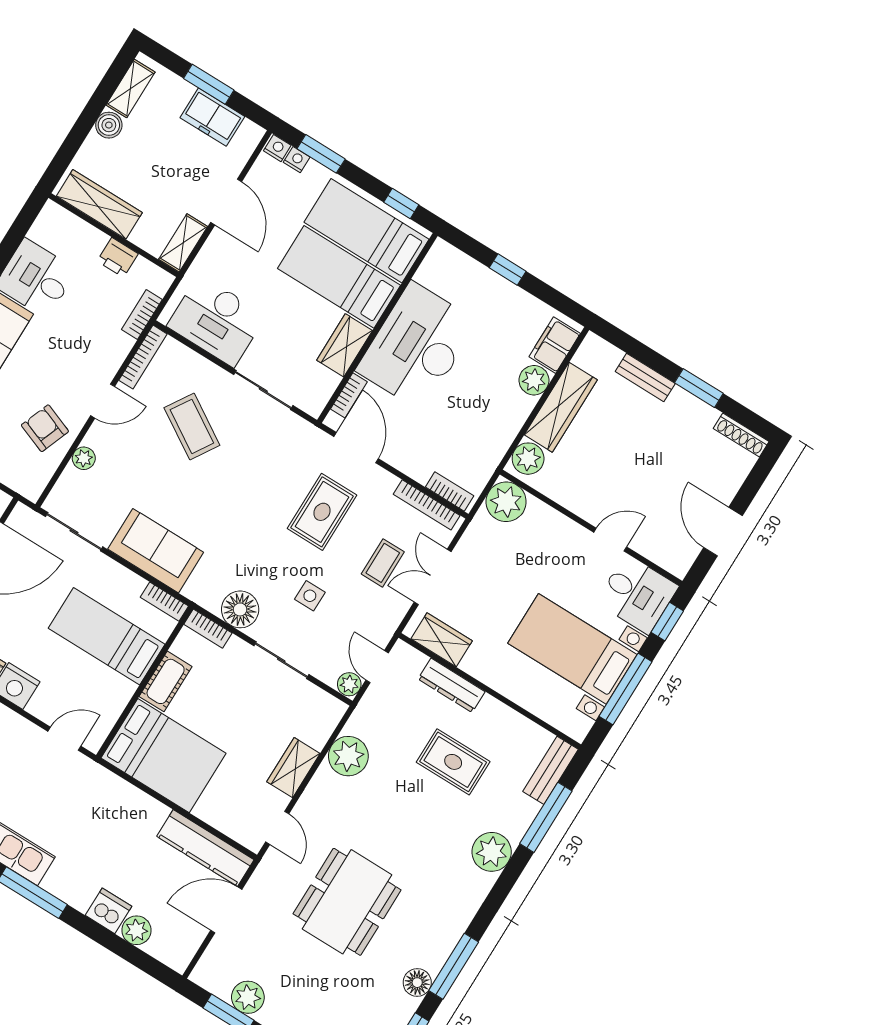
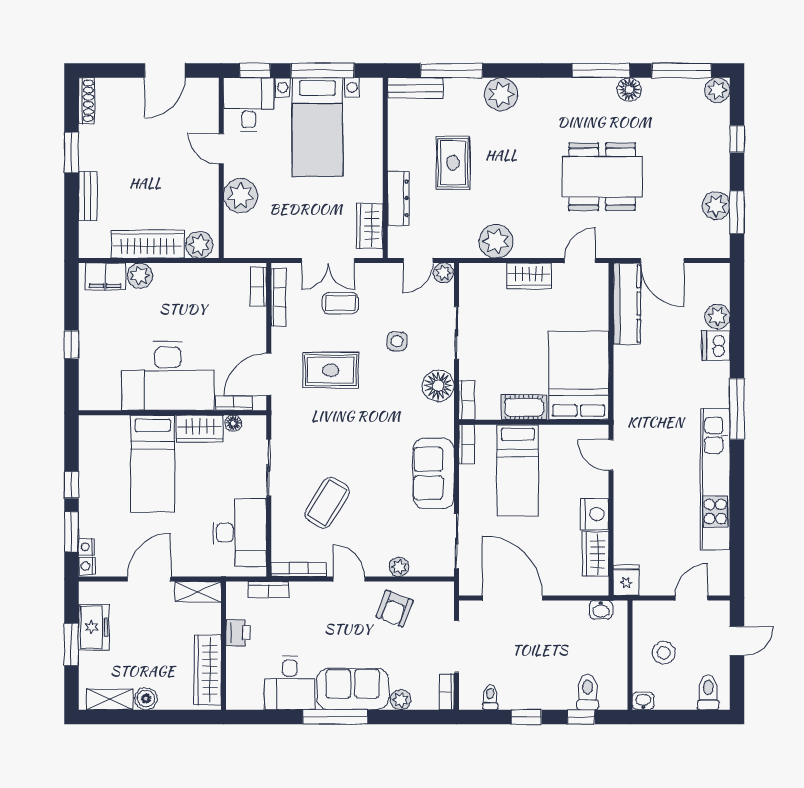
window: (401, 204) -> (71, 485), moved
bed: (367, 231) -> (107, 464), removed
floor lamp: (329, 382) -> (233, 423), added
plant: (506, 502) -> (241, 196), moved

